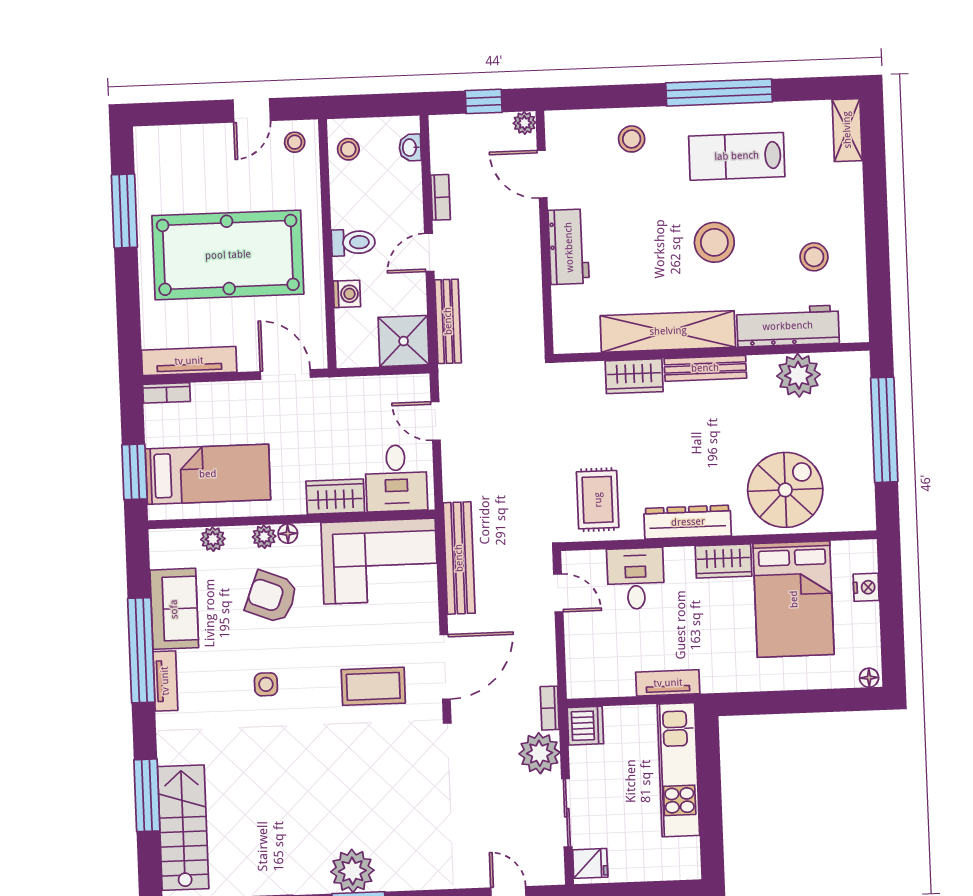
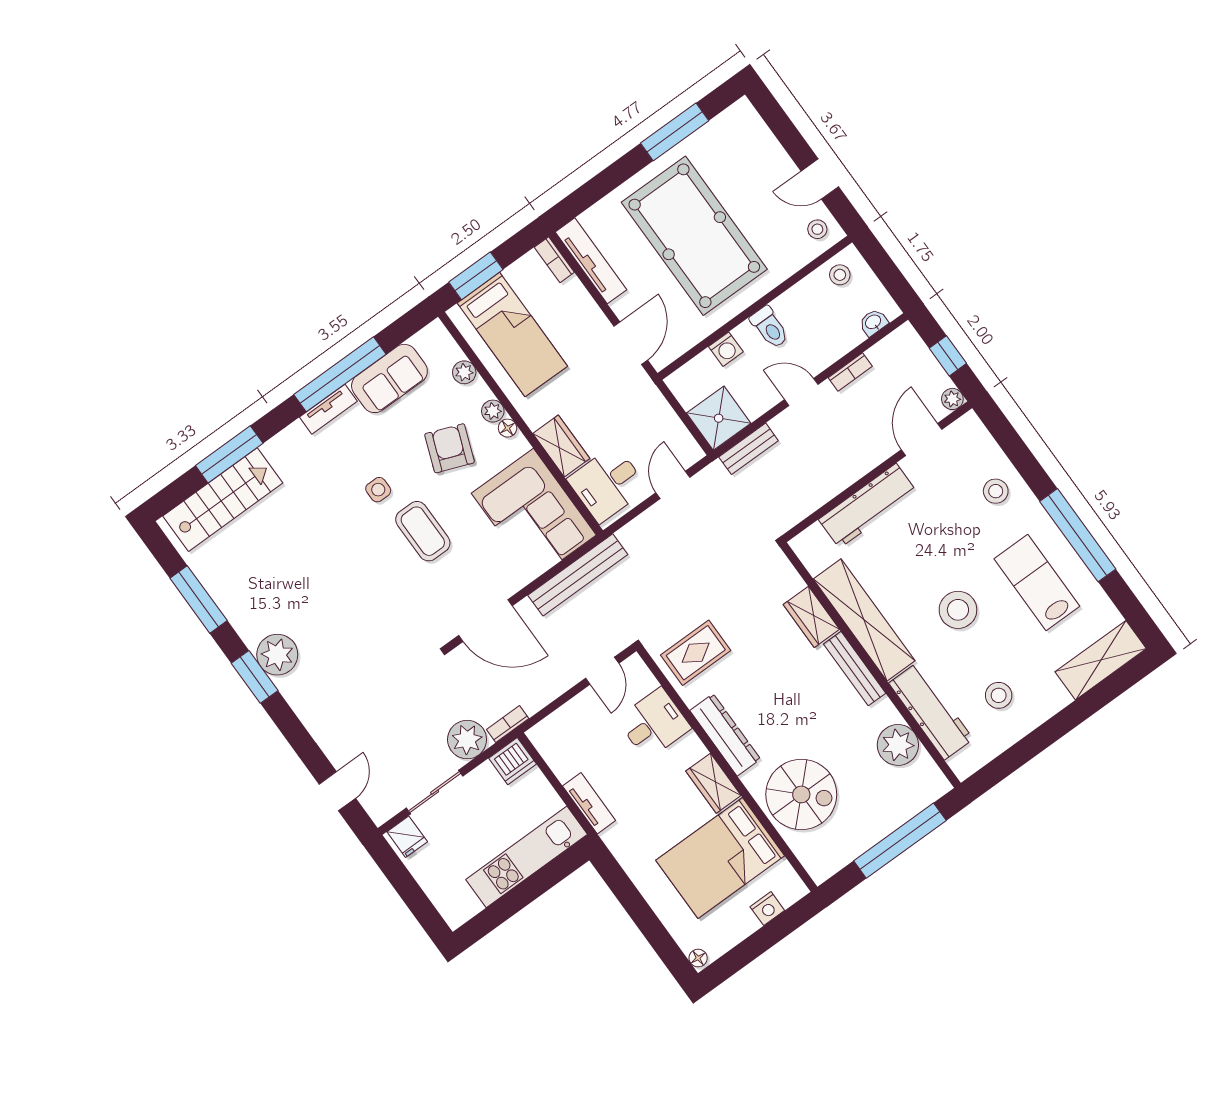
shelving: (847, 130) -> (1101, 660), width x1.50, depth x1.33
workbench: (569, 247) -> (868, 506), width x1.38
bench: (448, 321) -> (749, 449), width x0.73
coffee table: (373, 686) -> (423, 531), moved

